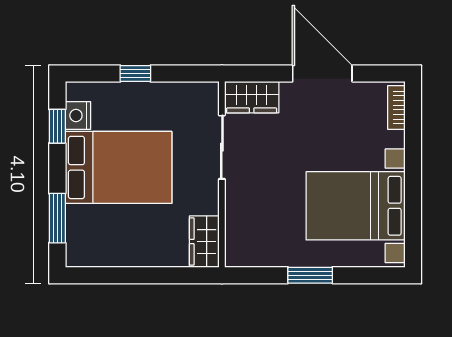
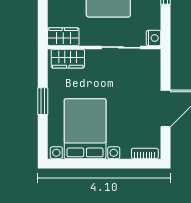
nightstand: (206, 93) -> (153, 38), added
wardrobe: (252, 97) -> (68, 59), moved, turned -90

